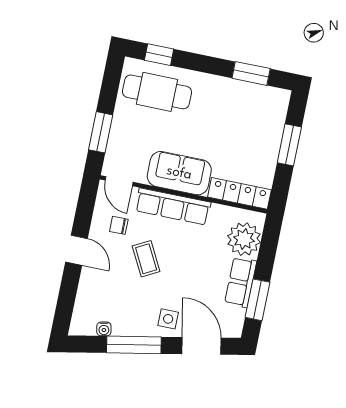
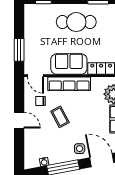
cafe table: (157, 92) -> (76, 22), moved

